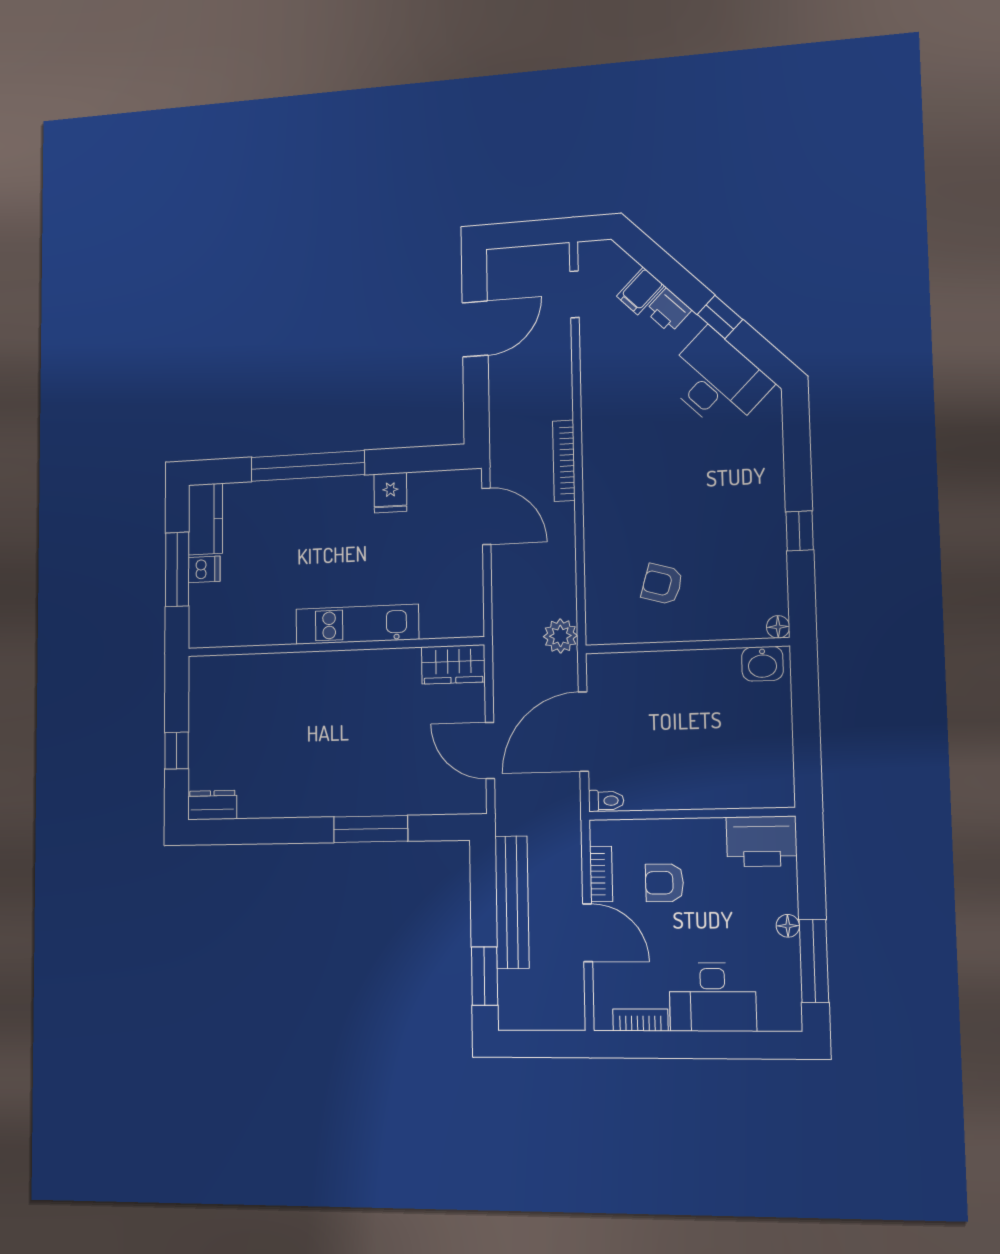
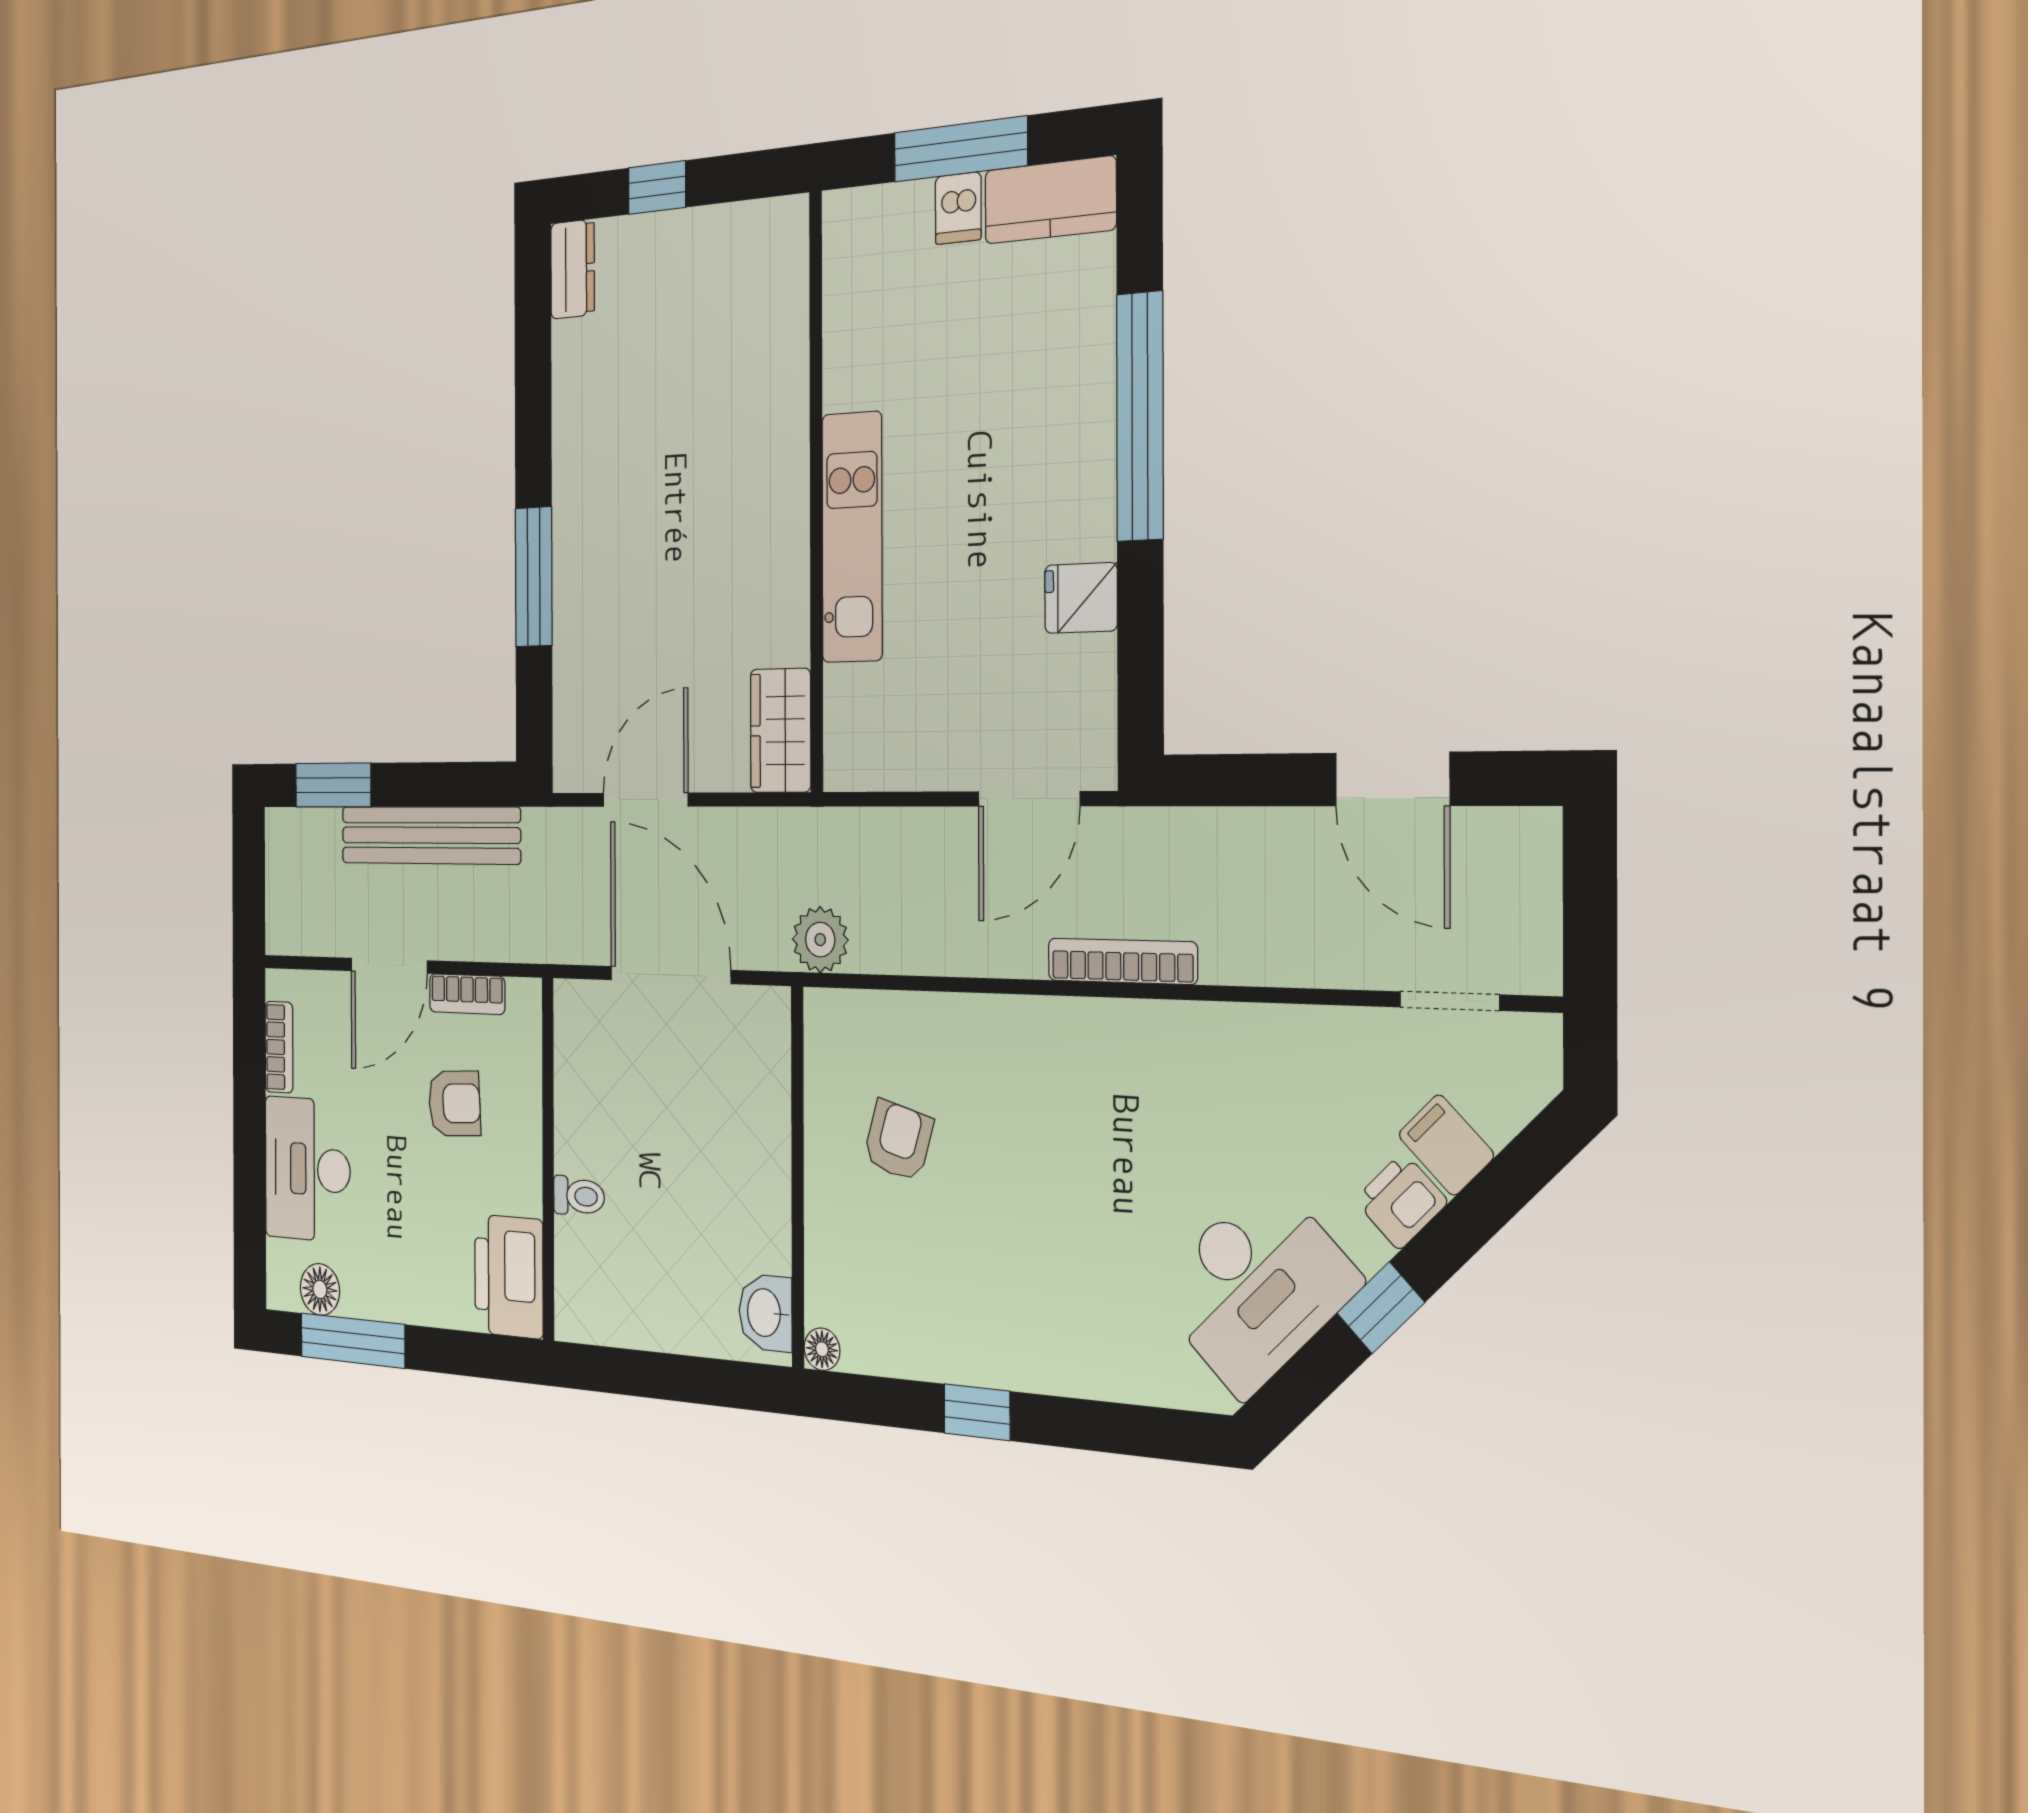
toilet: (606, 801) -> (579, 1196), moved, turned -90
armchair: (664, 883) -> (454, 1103), turned 87
floor lamp: (788, 926) -> (320, 1289), moved, width x1.37, depth x1.37

